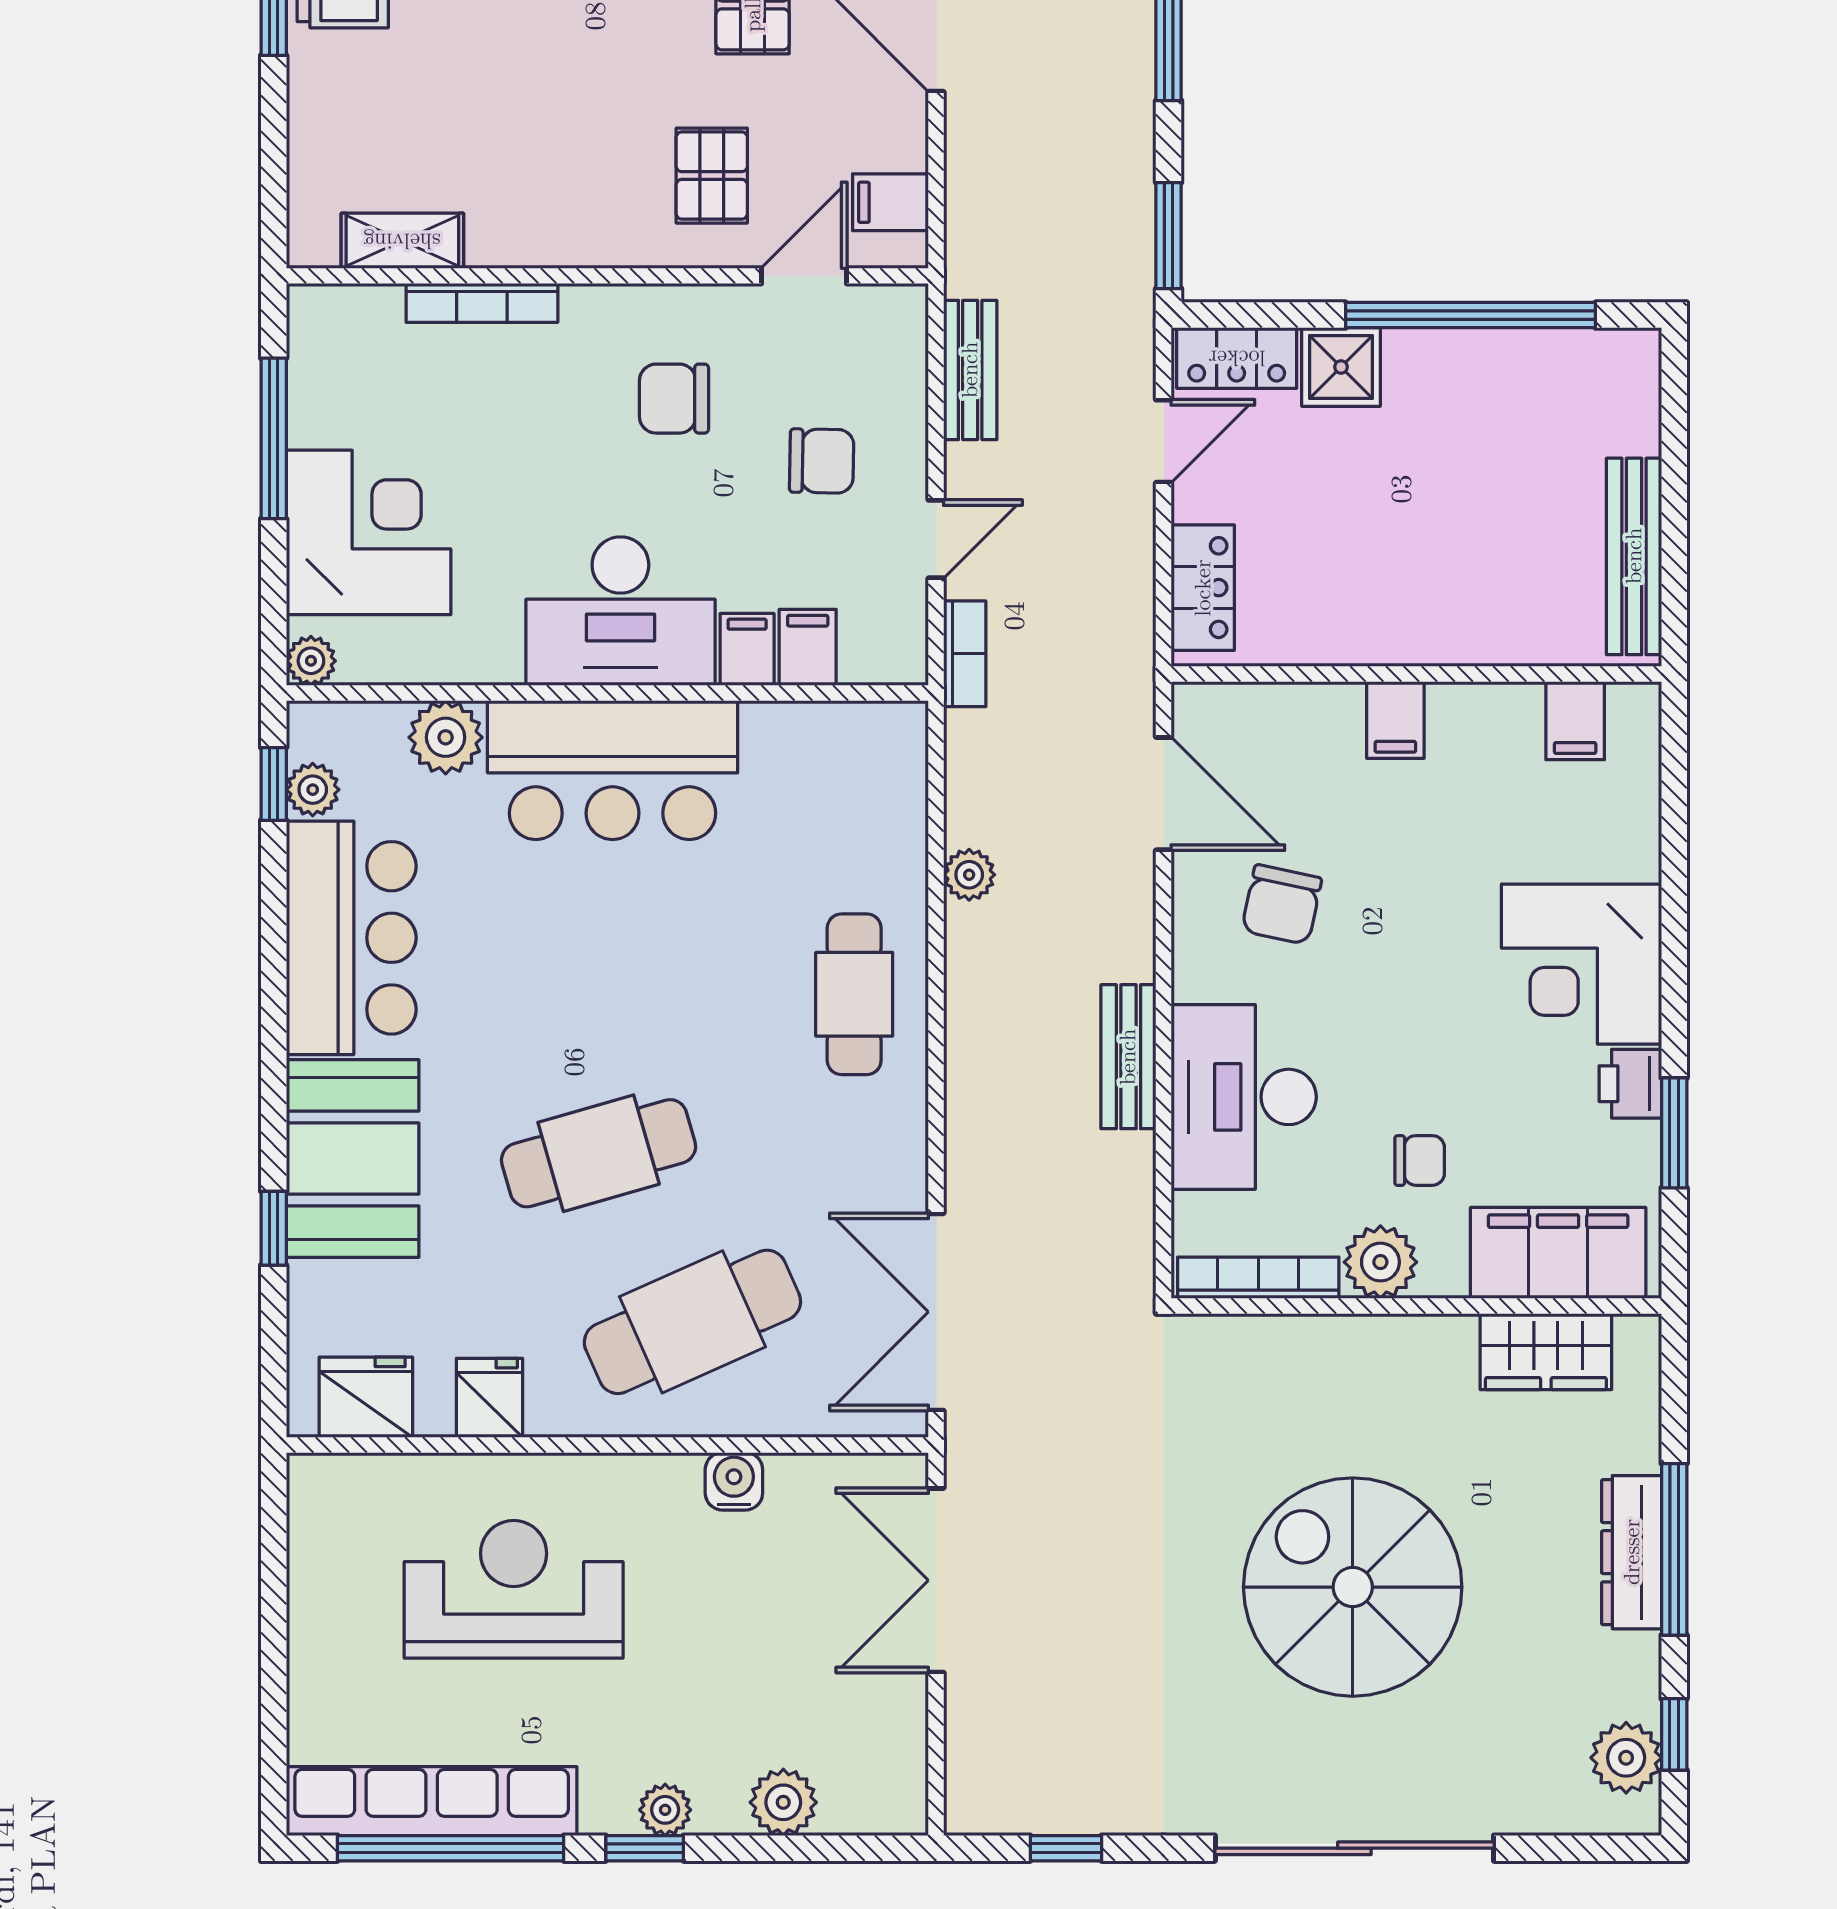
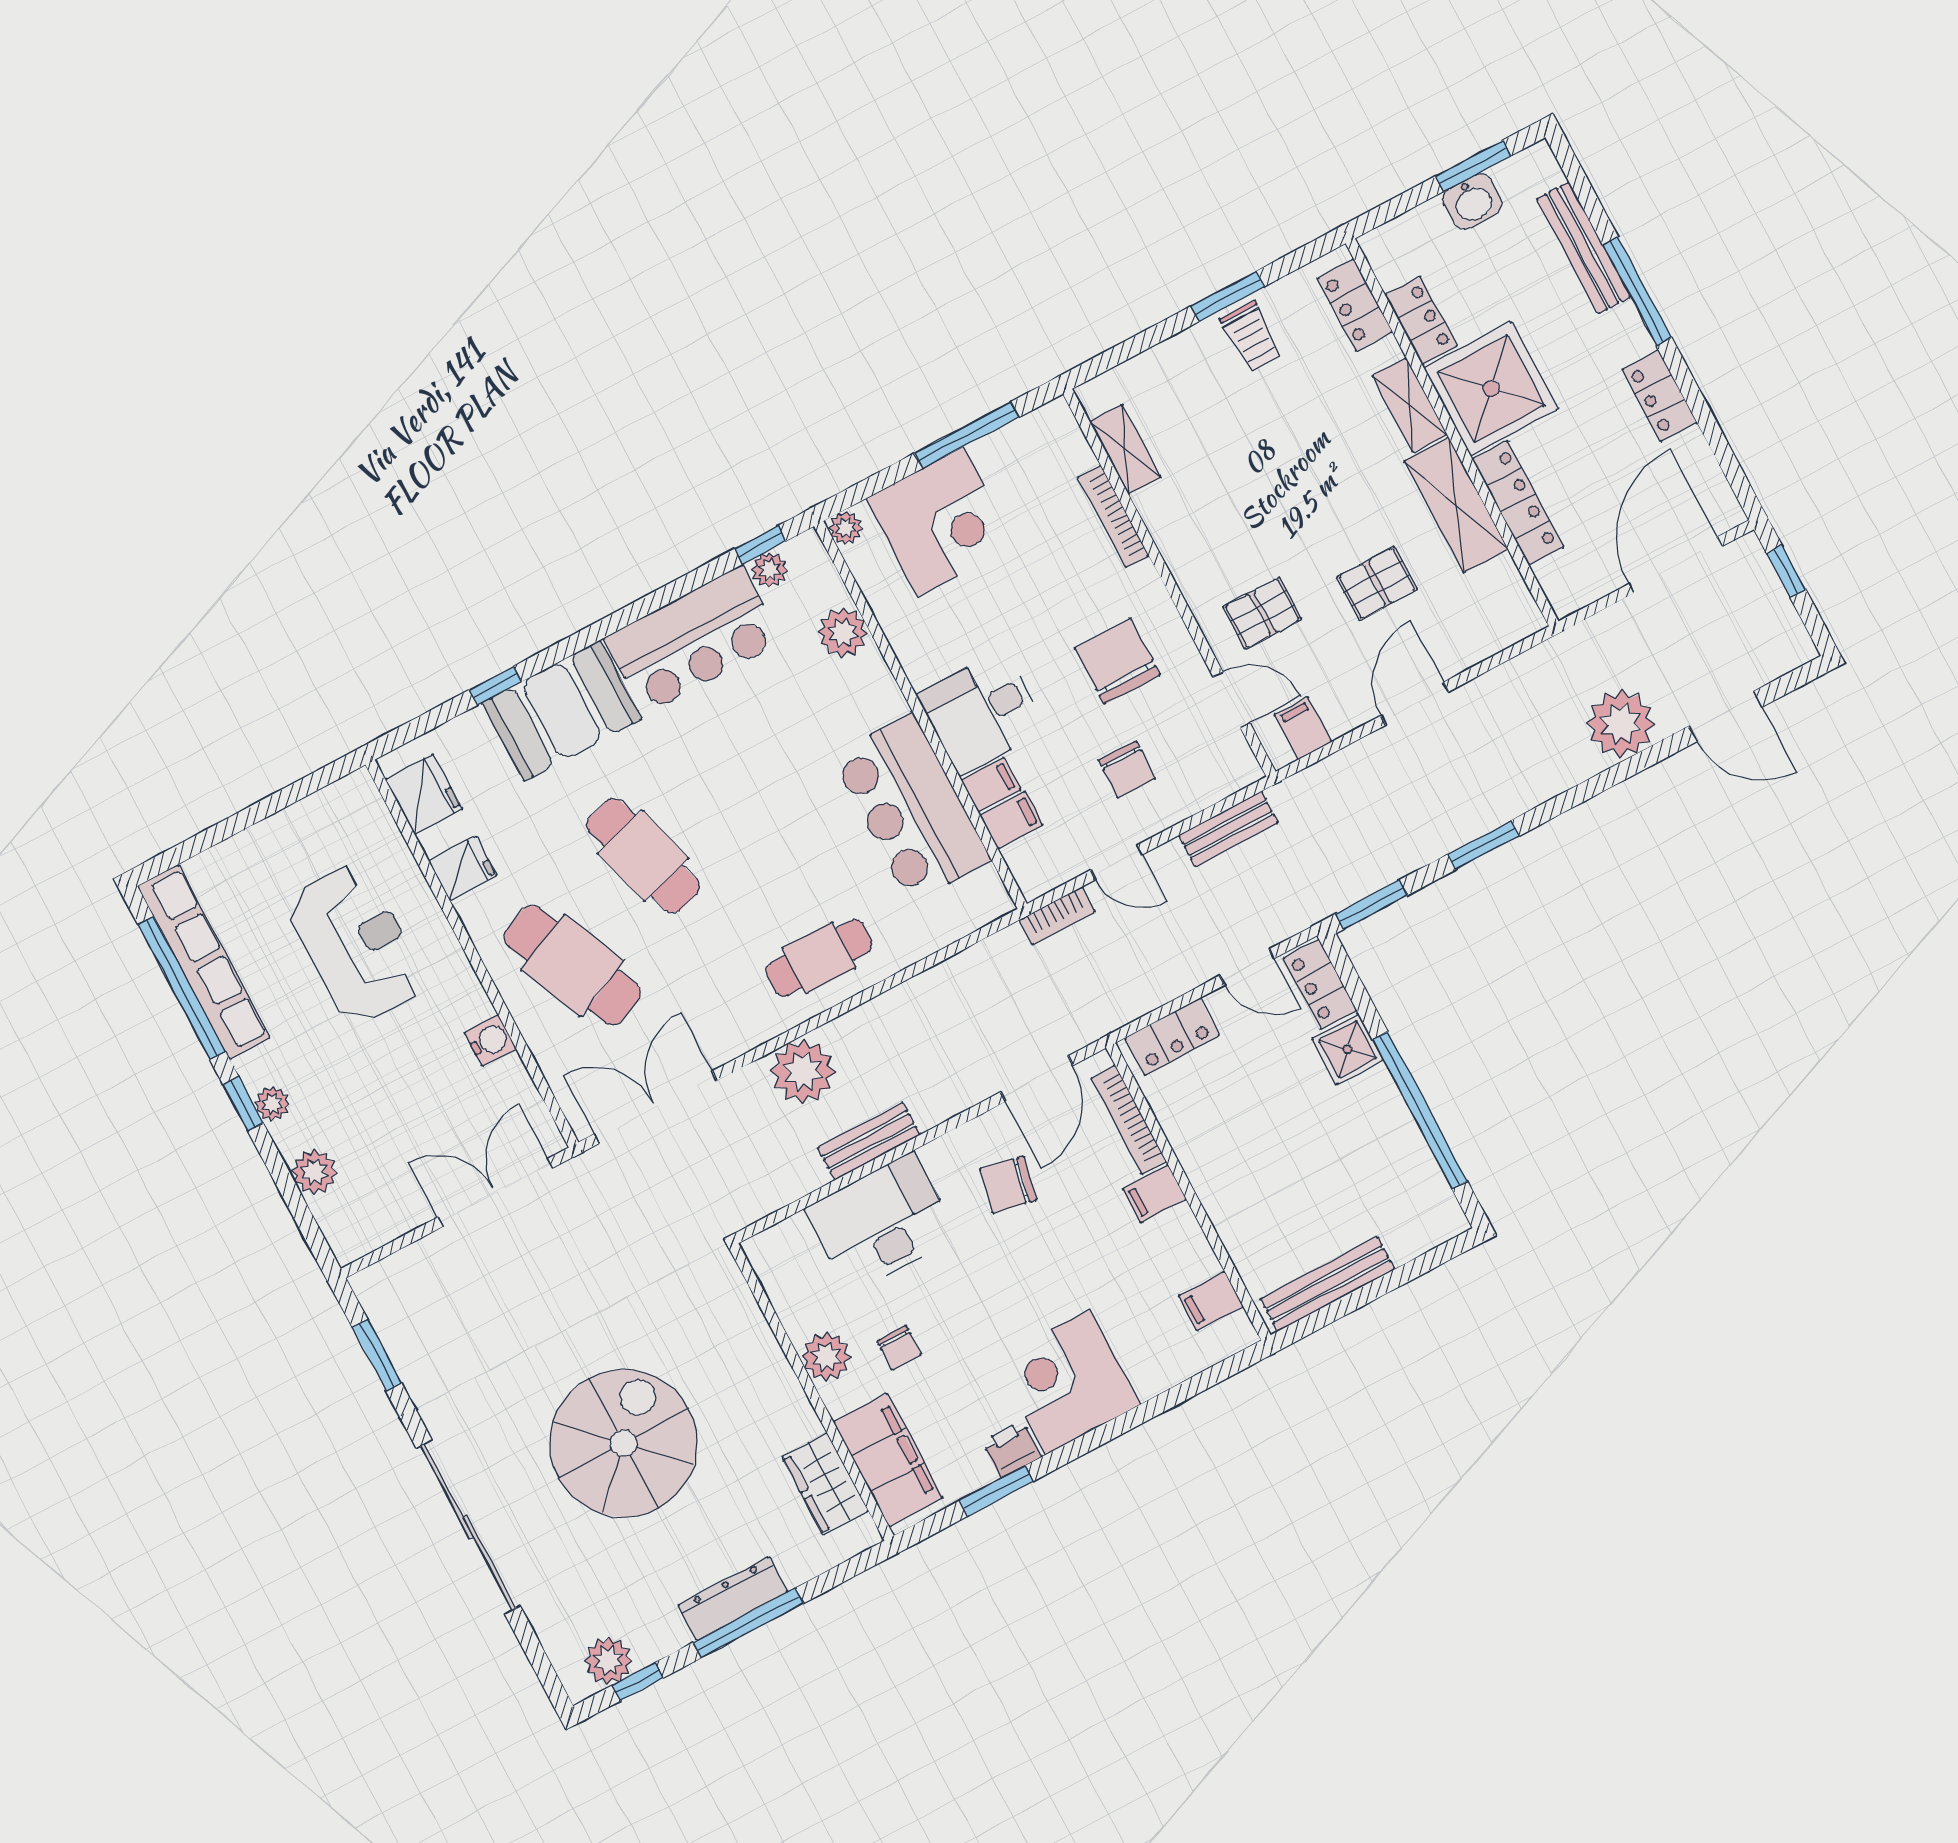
chair: (674, 399) -> (1117, 661), width x1.37, depth x1.37
desk: (620, 611) -> (982, 712), width x0.73
bar counter: (613, 770) -> (911, 808), moved
plant: (969, 875) -> (803, 1071), moved, width x1.87, depth x1.87
bookcase: (1258, 1278) -> (1129, 1120), moved, turned 180
window: (1066, 1848) -> (377, 1355), width x1.50

